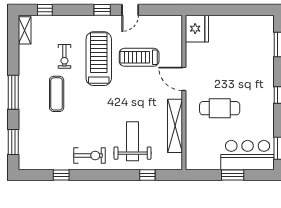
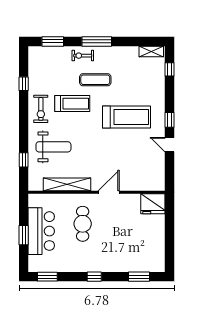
exercise bike: (64, 56) -> (83, 56), moved
treadmill: (139, 57) -> (72, 104), moved, turned 90
bar counter: (248, 155) -> (41, 231), moved

